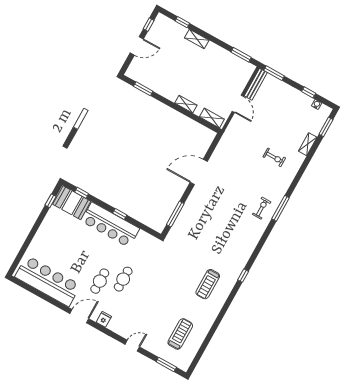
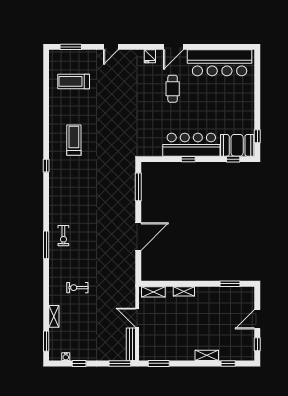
cafe table: (123, 279) -> (153, 102), removed
treadmill: (180, 334) -> (74, 81), turned 90

